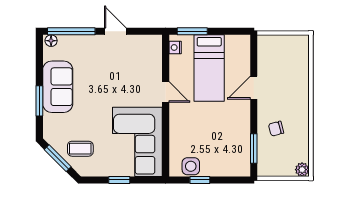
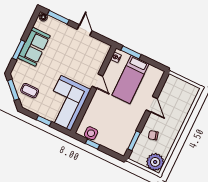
window: (71, 31) -> (58, 17), width x0.69
door: (254, 88) -> (152, 104), swing flipped
plant: (302, 170) -> (155, 162), width x1.88, depth x1.88

